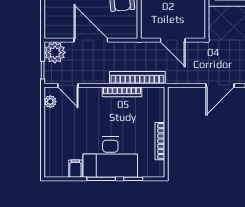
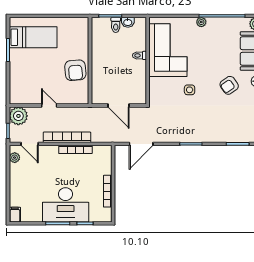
door: (91, 40) -> (49, 106), width x0.53
bookcase: (137, 78) -> (67, 137), moved
door: (220, 85) -> (141, 144), moved
filing cabinet: (75, 169) -> (15, 215), moved

